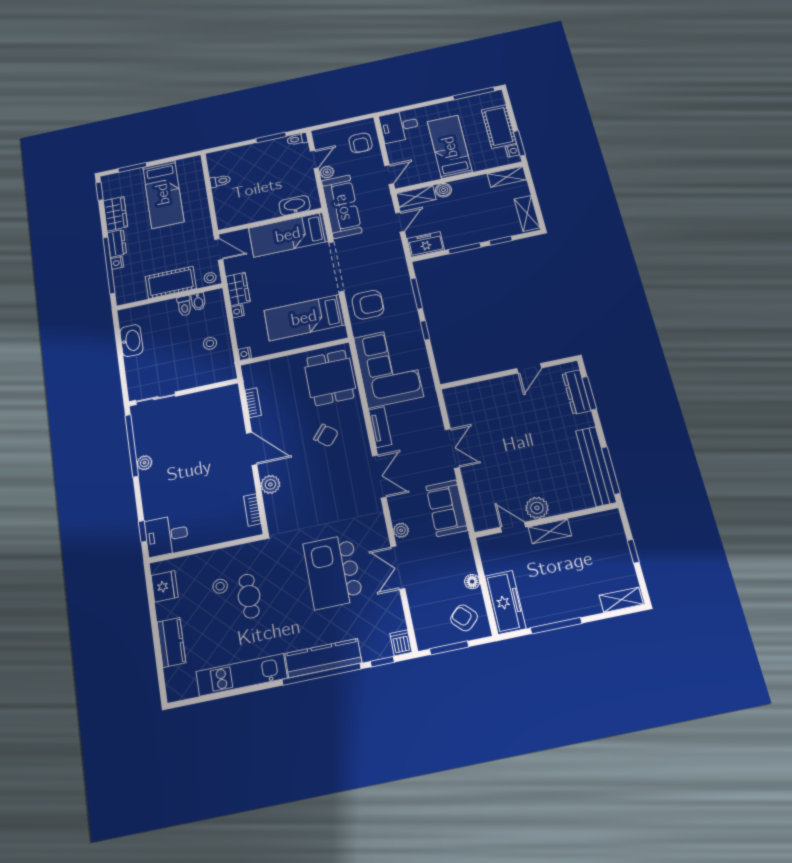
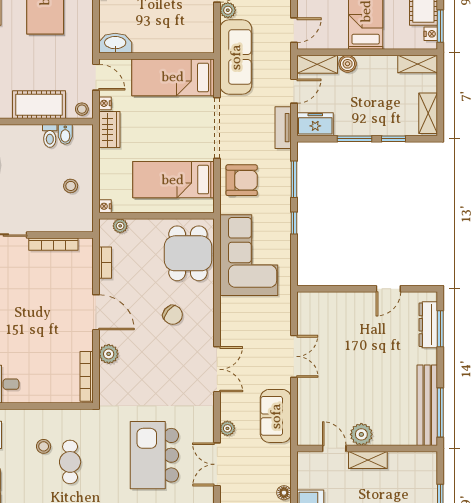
washbasin: (295, 205) -> (115, 43), moved
nightstand: (238, 311) -> (105, 103), moved
plant: (262, 368) -> (120, 226), added
bookcase: (202, 397) -> (53, 244), added
tv unit: (380, 427) -> (283, 128), moved, turned 180
bookcase: (252, 510) -> (87, 376), width x1.56

